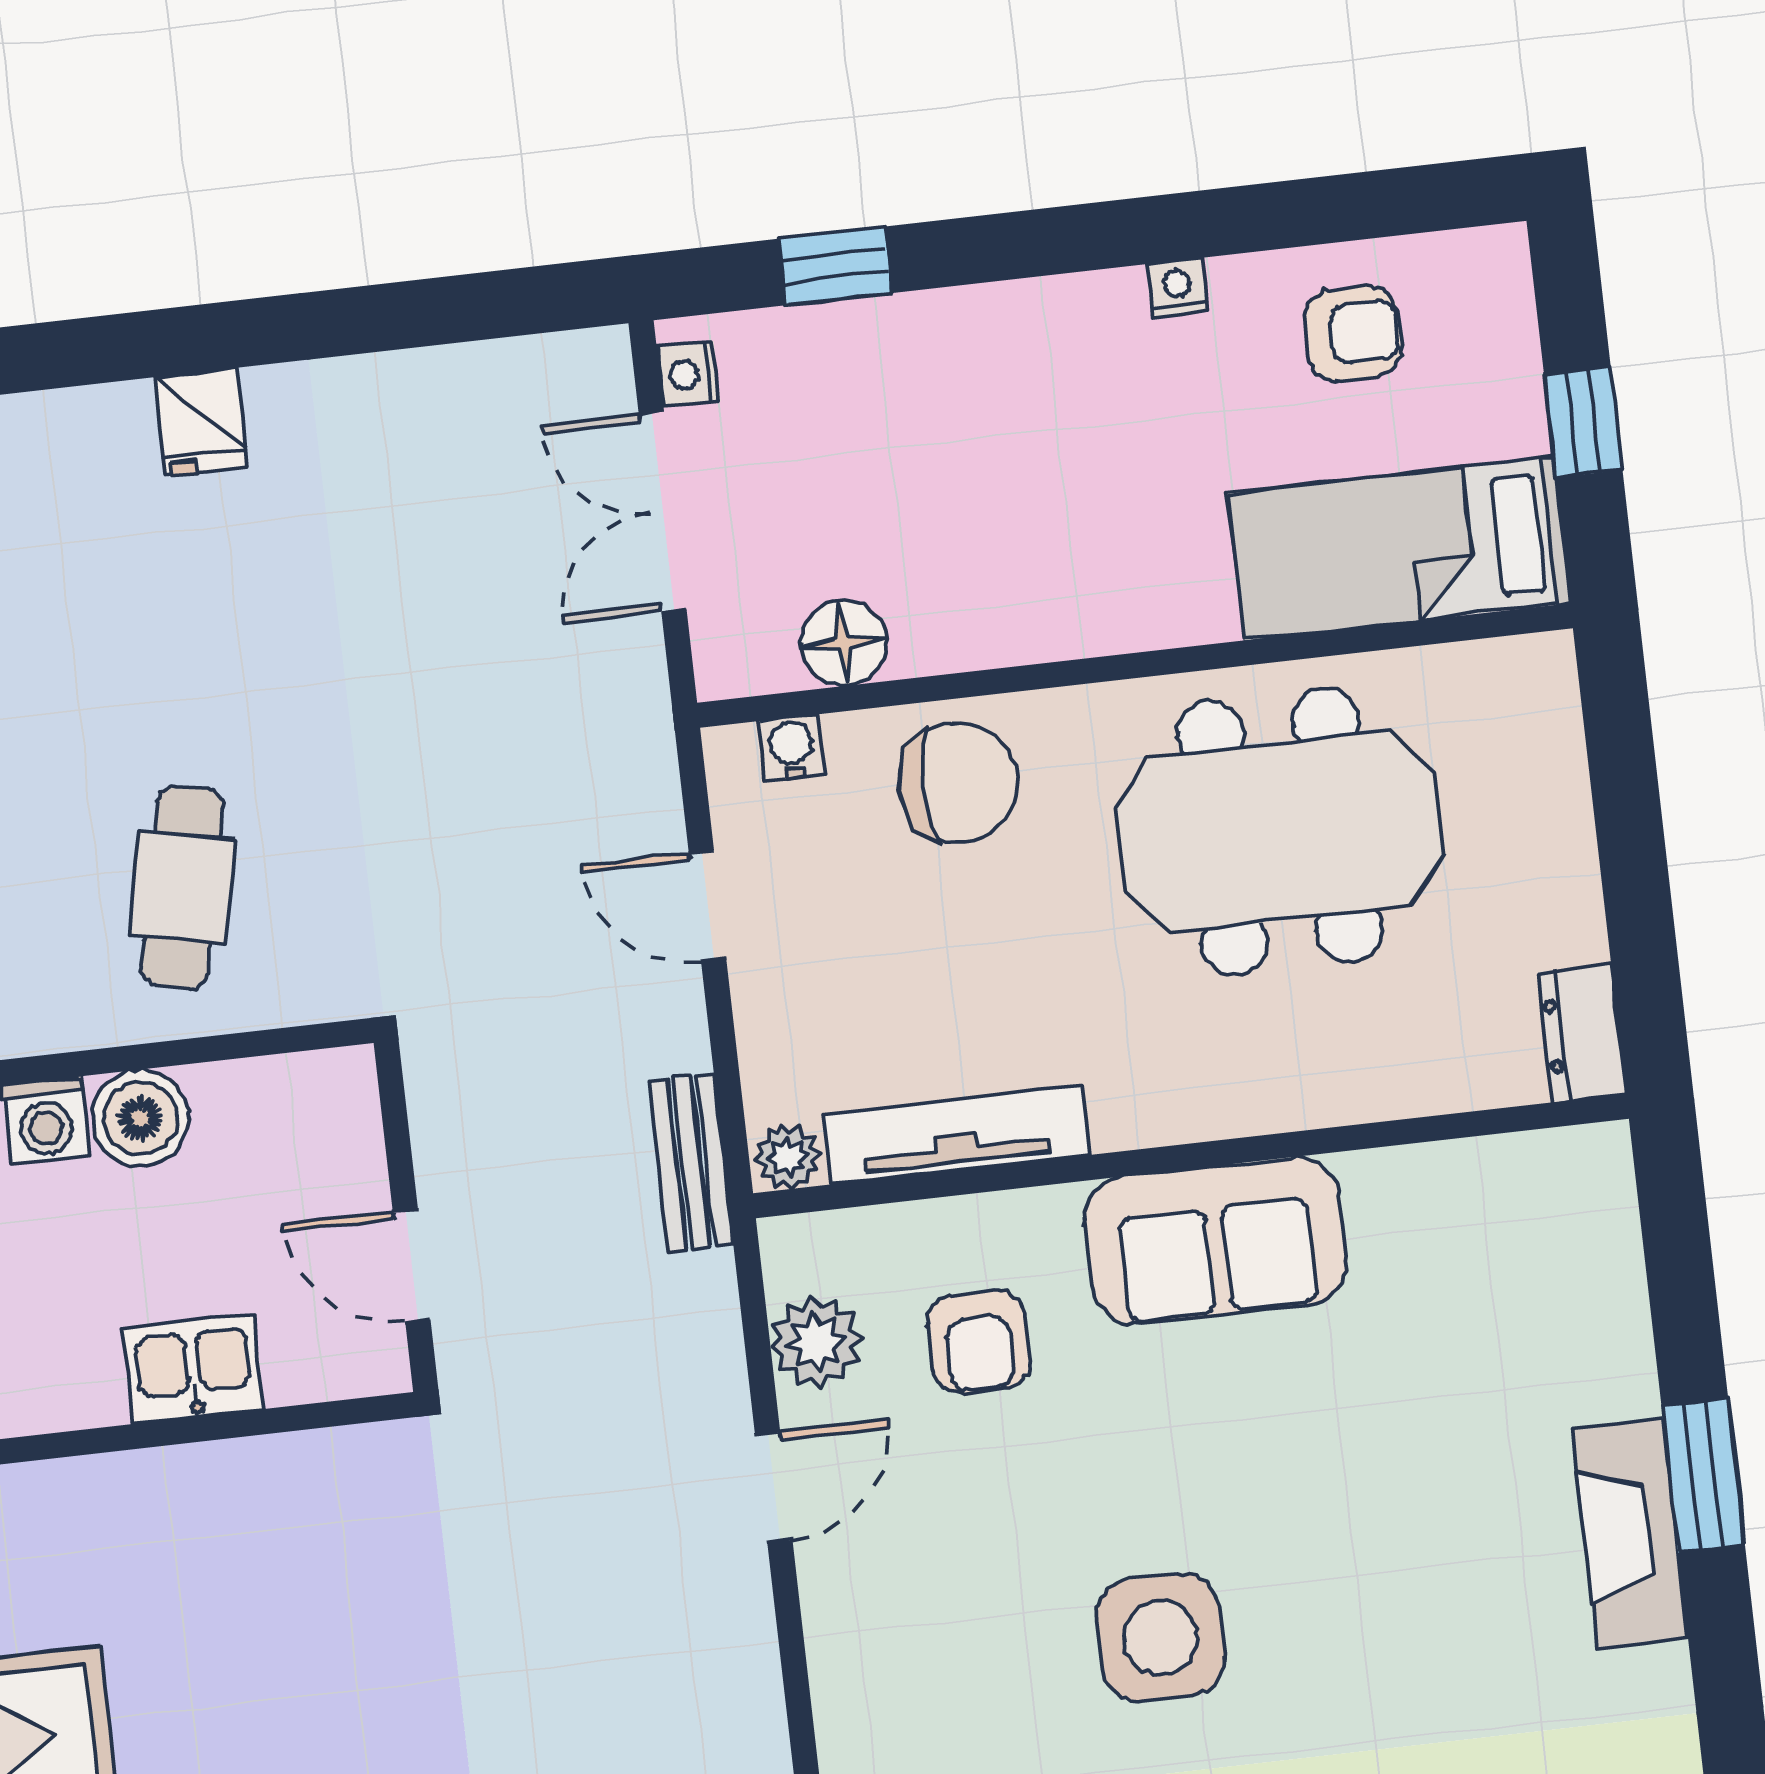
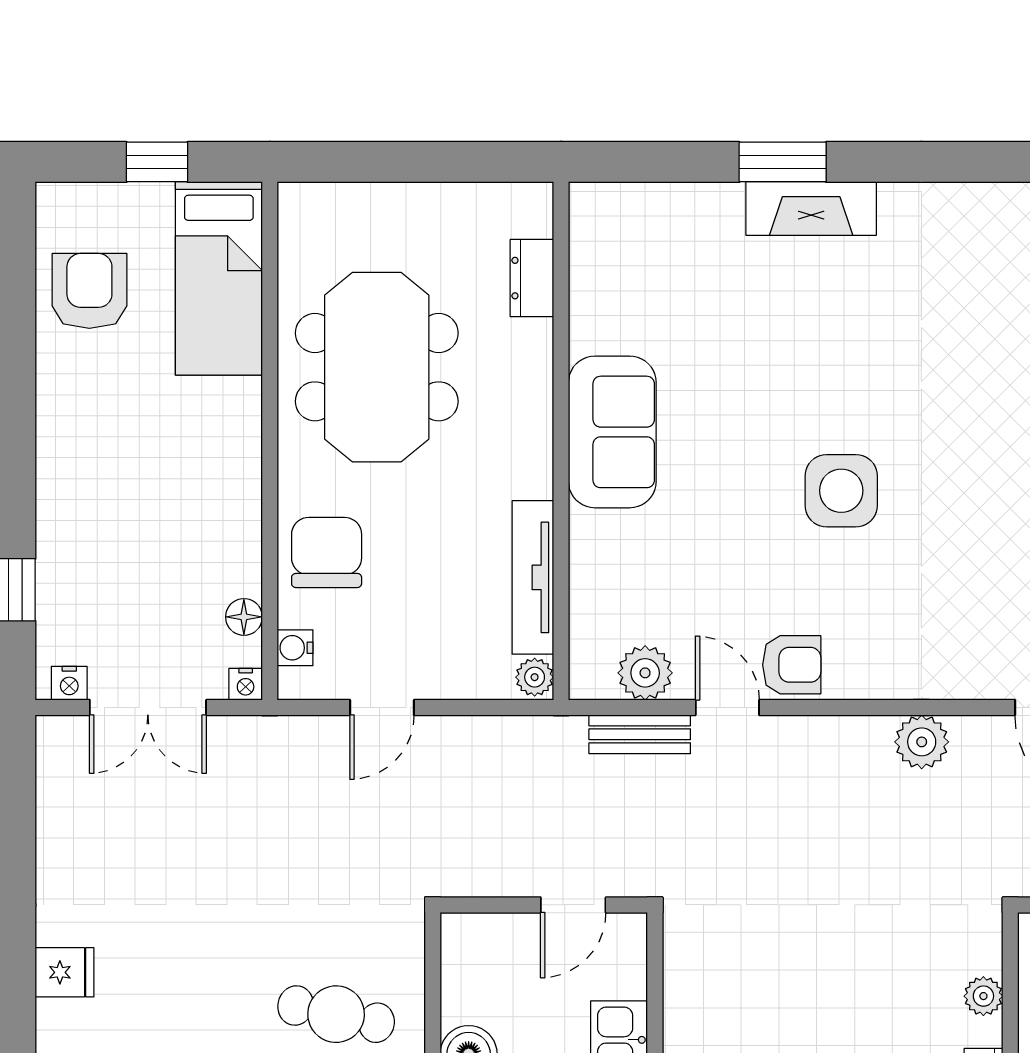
nightstand: (1177, 288) -> (246, 684), moved, turned -90
armchair: (1353, 333) -> (89, 291), width x1.38, depth x1.38
floor lamp: (844, 643) -> (244, 617), width x0.73, depth x0.73
dresser: (1582, 1033) -> (532, 278), moved, turned 90
bench: (691, 1163) -> (640, 734), moved
armchair: (979, 1342) -> (792, 665), moved

